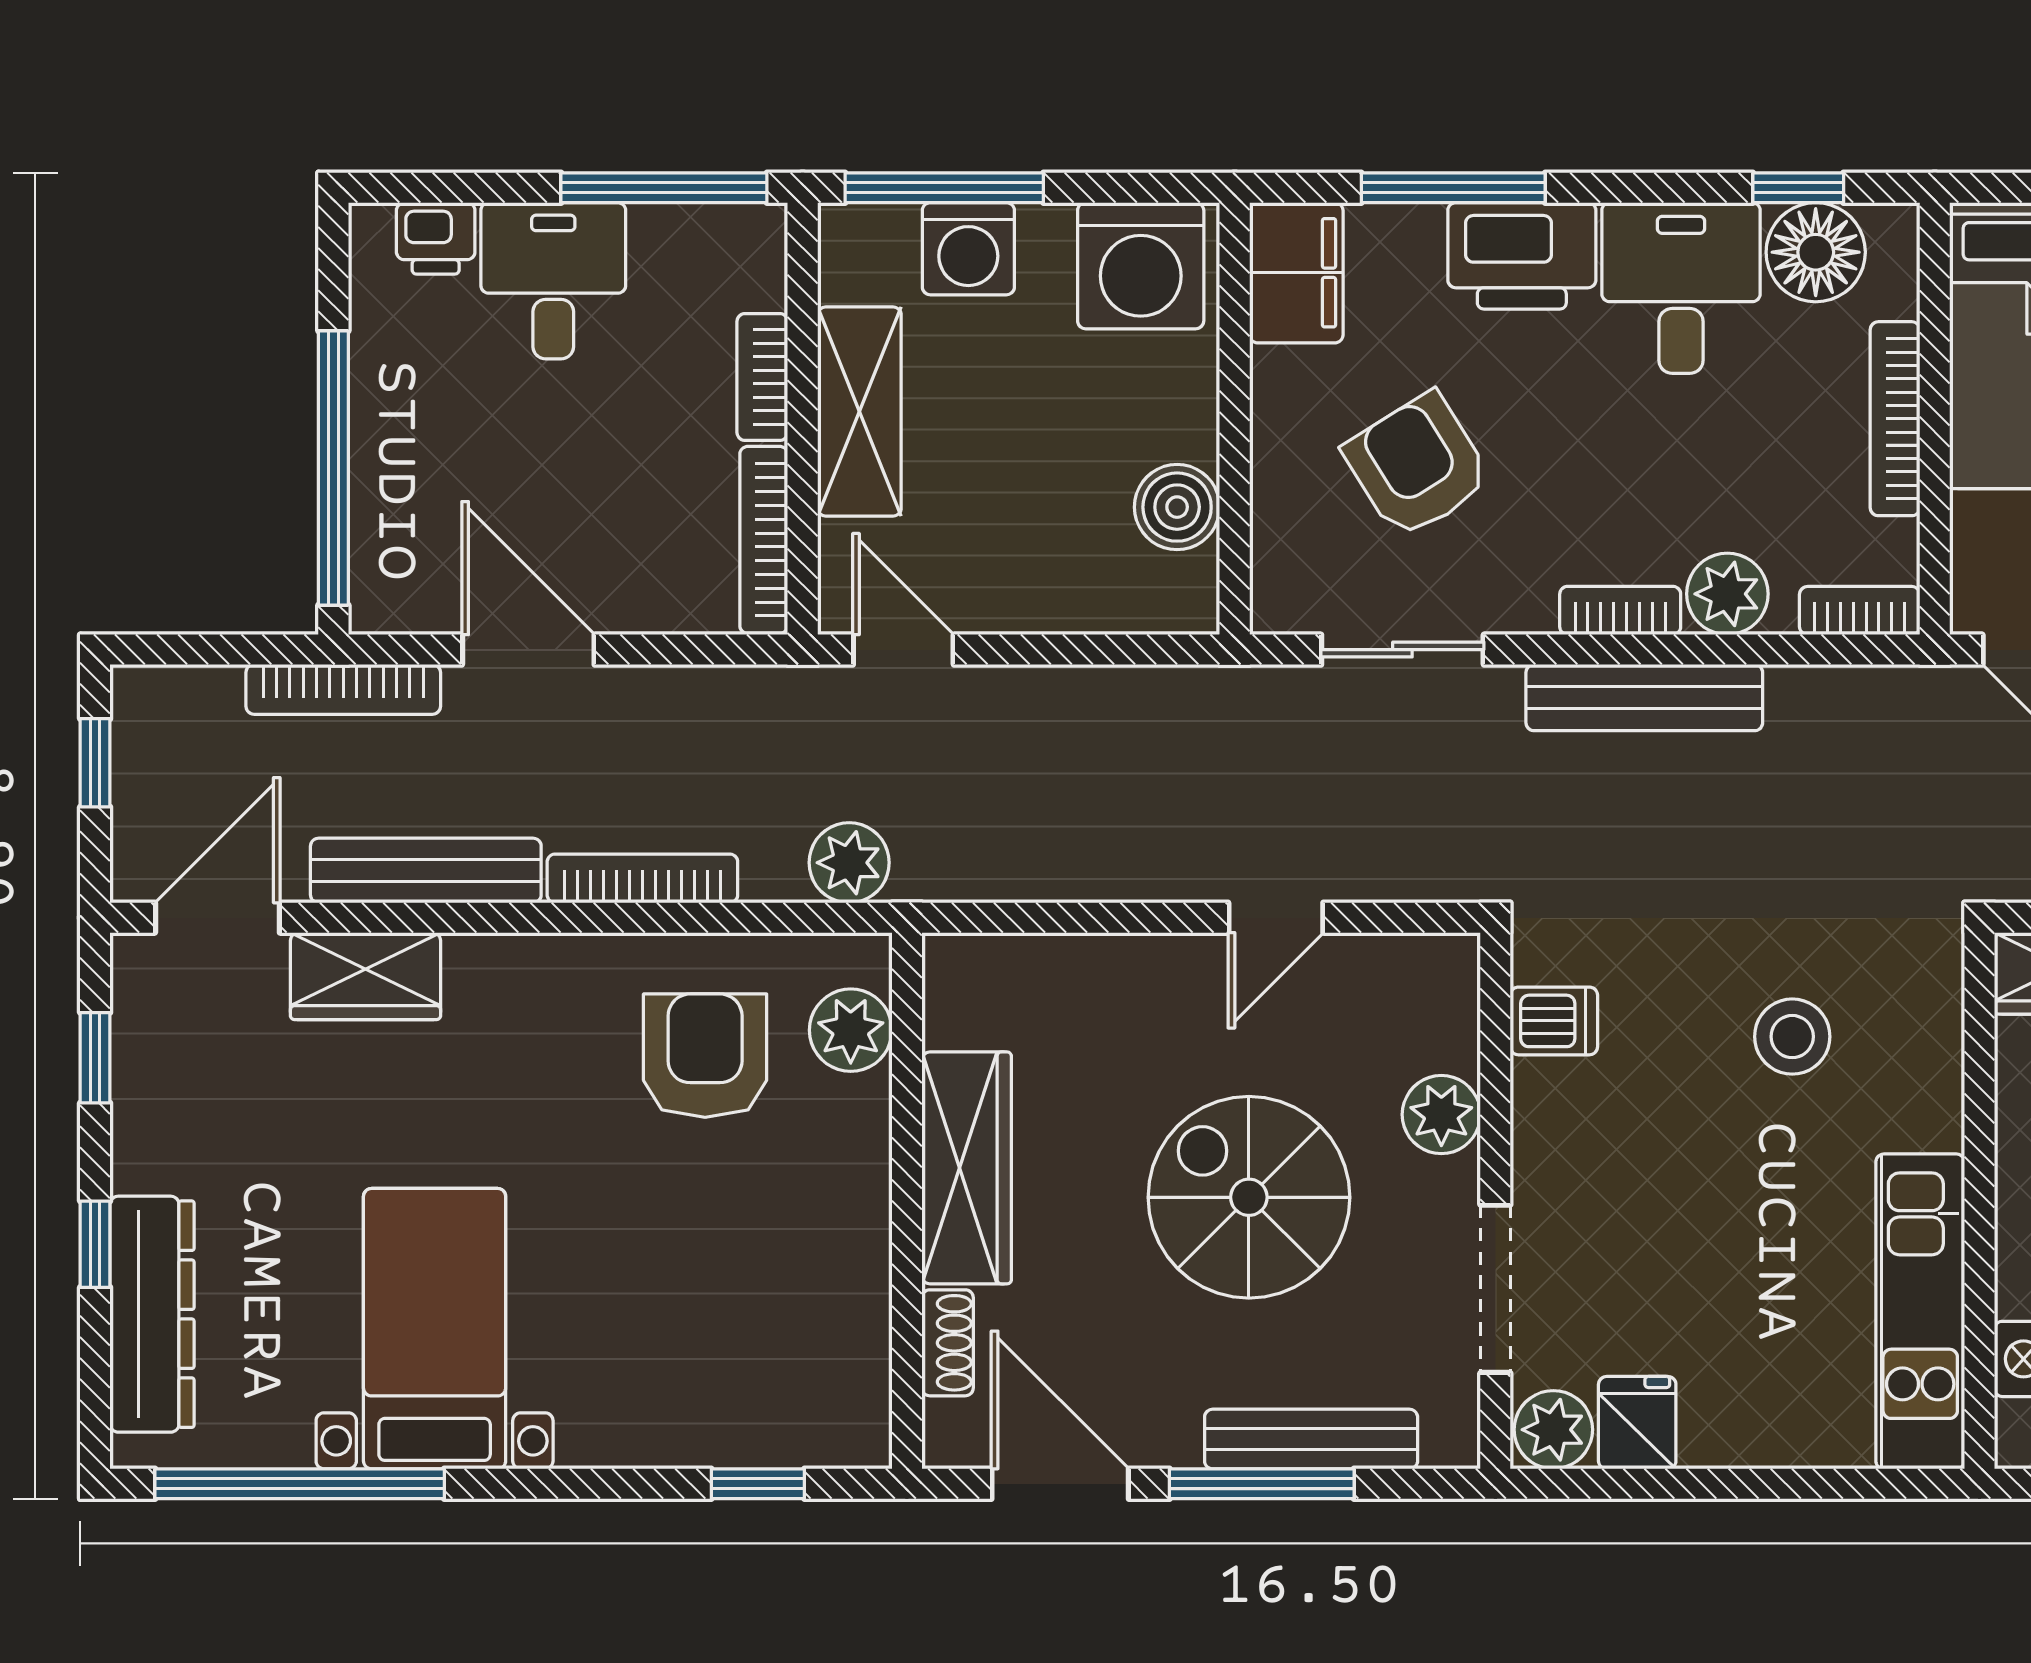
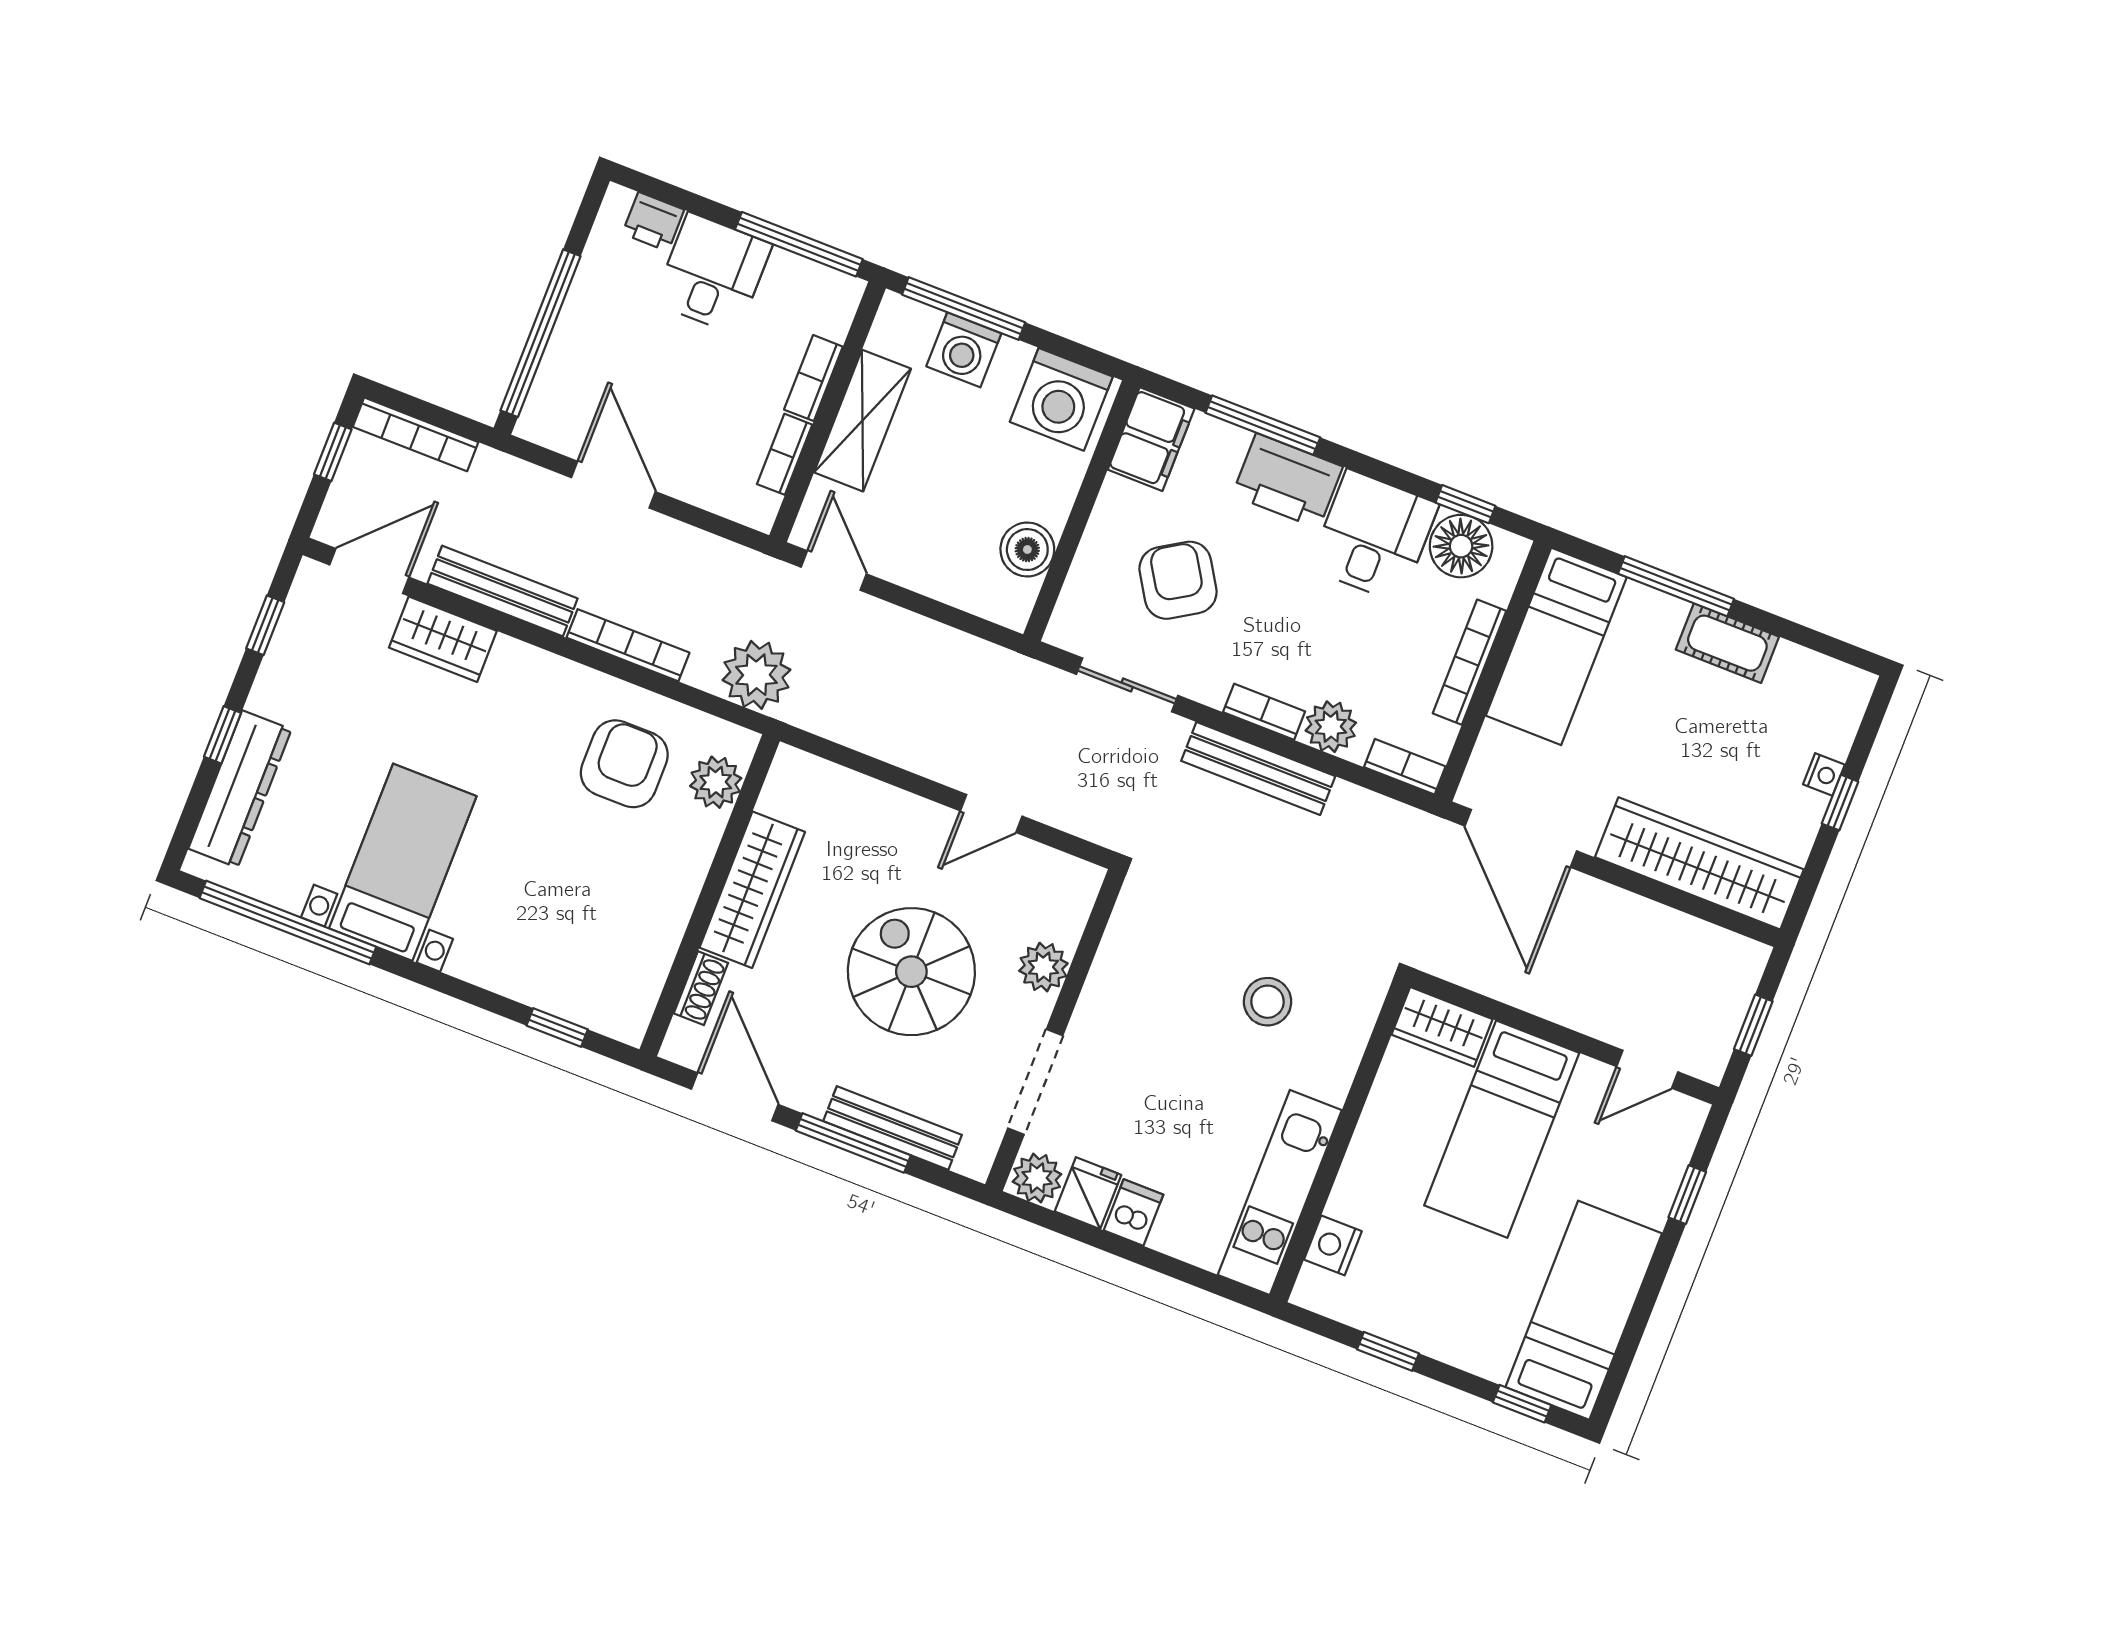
bookcase: (764, 540) -> (785, 454), width x0.64
bookcase: (343, 689) -> (416, 434), moved
plant: (849, 863) -> (756, 675), width x1.36, depth x1.36
dishwasher: (1554, 1021) -> (1134, 1213), moved, turned -90

